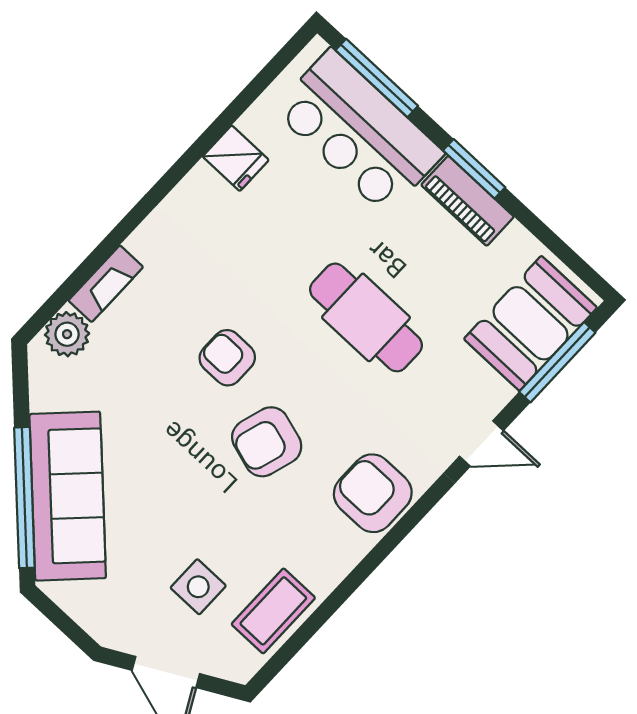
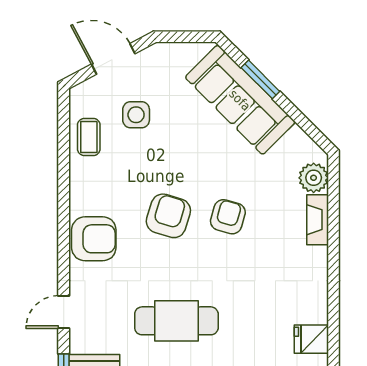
armchair: (227, 358) -> (228, 217), moved, turned -74
window: (24, 498) -> (260, 79), width x0.47
coffee table: (273, 611) -> (89, 137), width x0.73, depth x0.77

